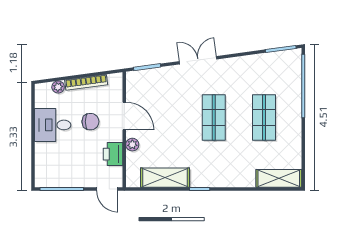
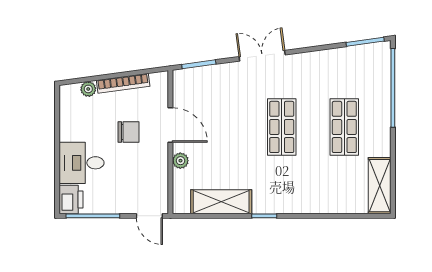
desk: (53, 125) -> (82, 163), moved
printer: (113, 154) -> (71, 200), moved, turned 180
shelving: (279, 178) -> (380, 186), moved, turned 90

